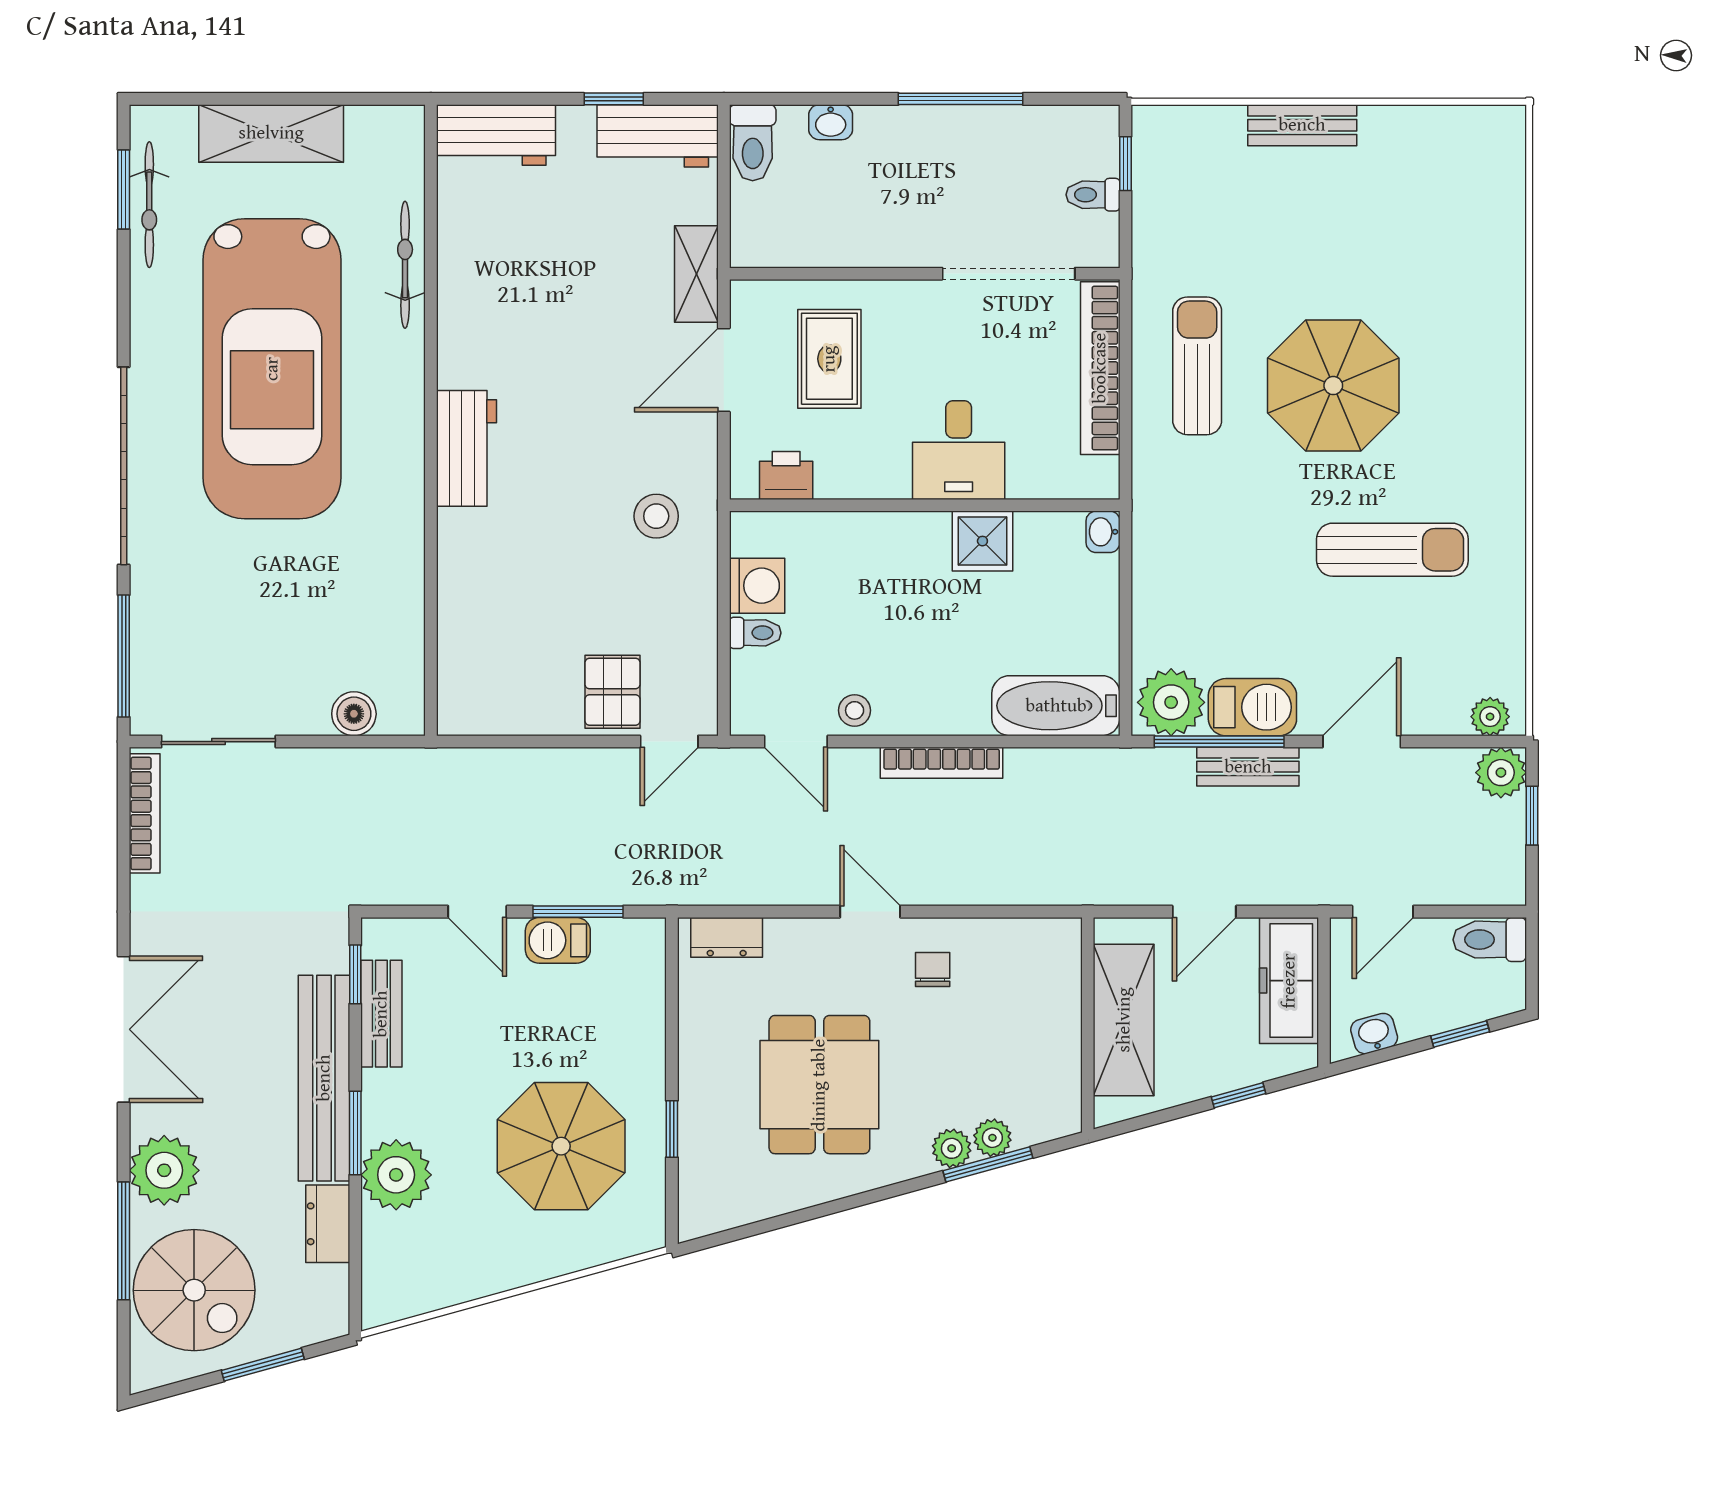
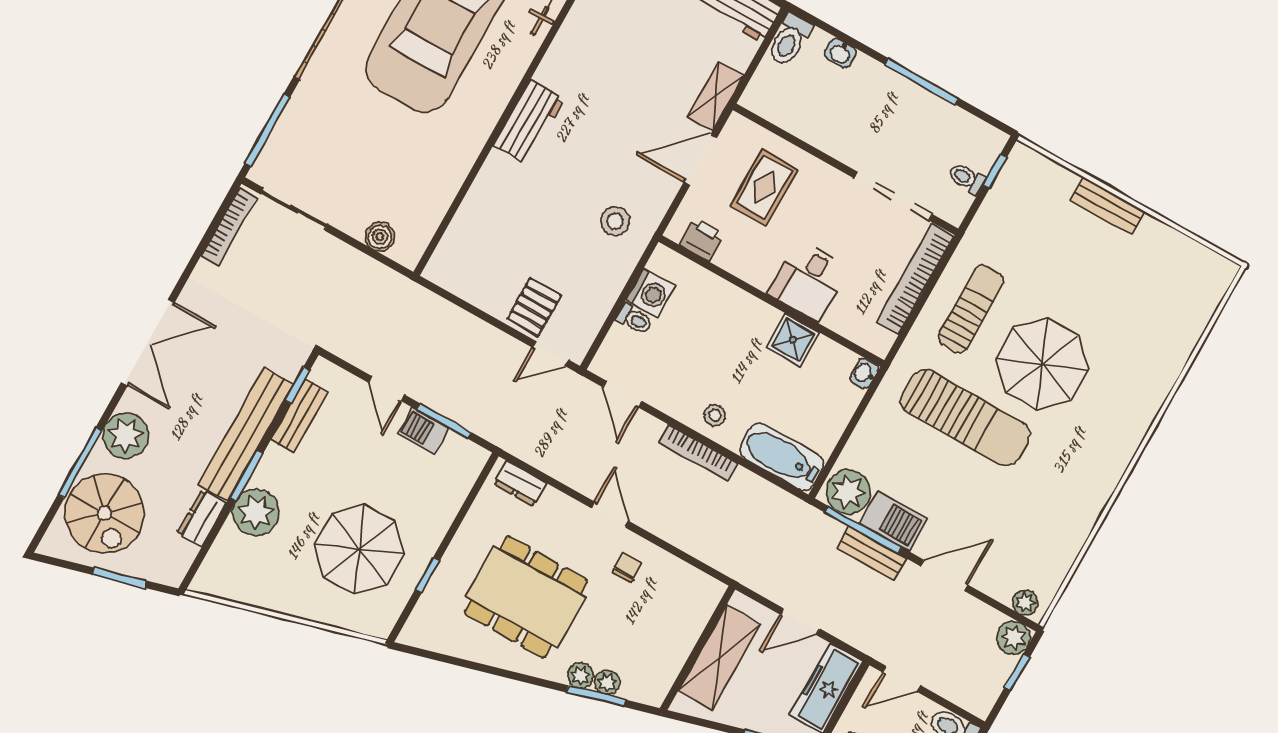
sun lounger: (1392, 550) -> (965, 418), moved, width x1.36, depth x1.34
stool: (855, 710) -> (715, 415), moved
dining table: (819, 1085) -> (526, 597), width x1.38

